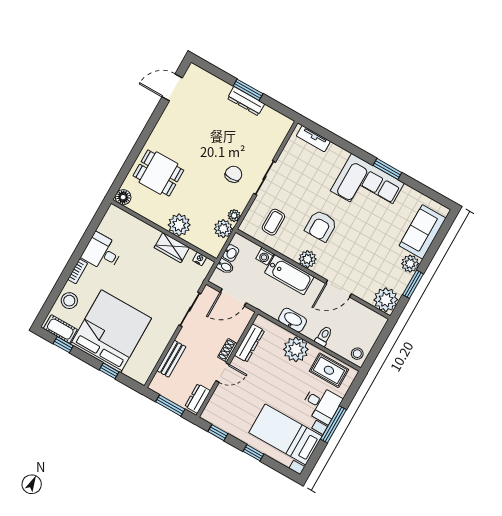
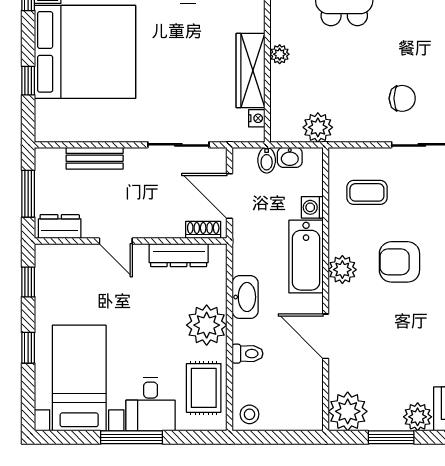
plant: (234, 216) -> (345, 132), removed
plant: (179, 225) -> (280, 54), width x0.53, depth x0.53
wardrobe: (172, 248) -> (251, 70), width x1.50
shoe rack: (227, 350) -> (203, 230), moved

